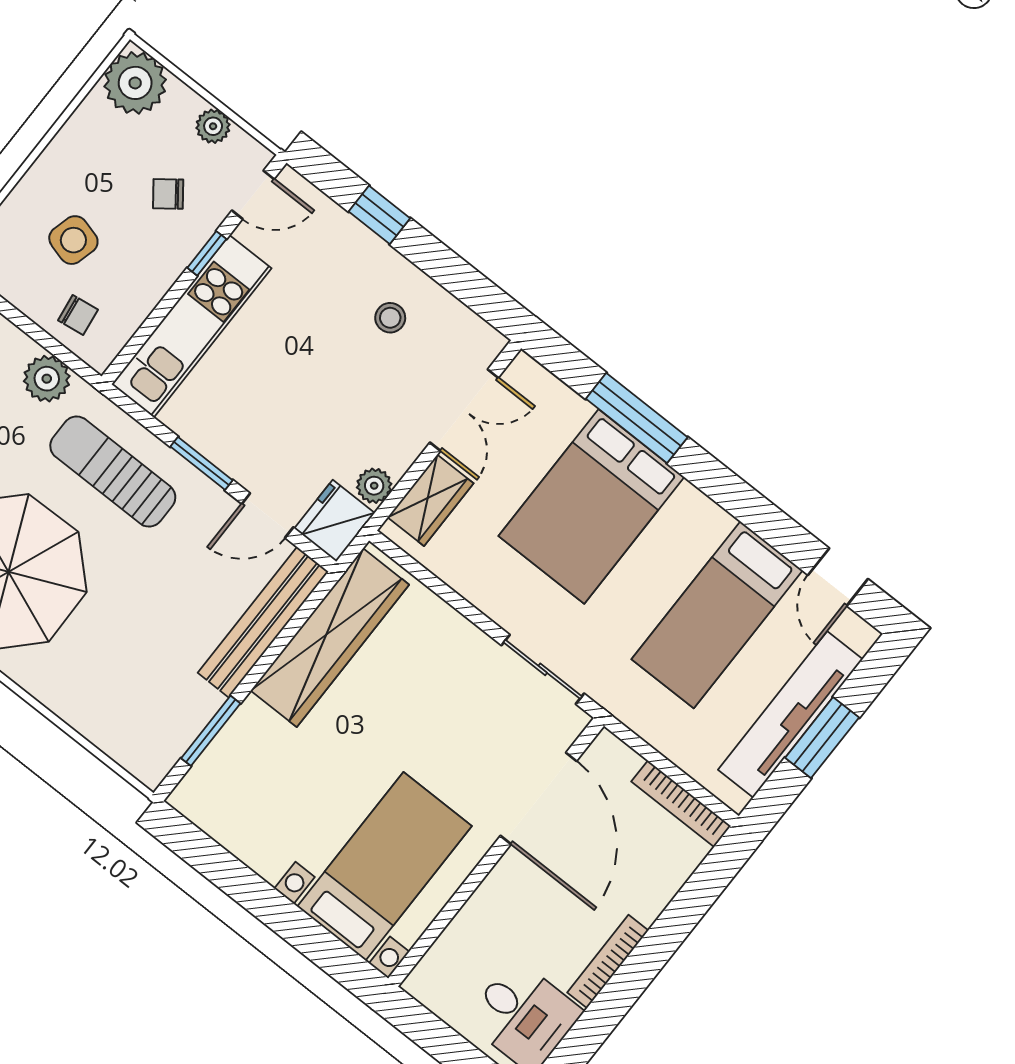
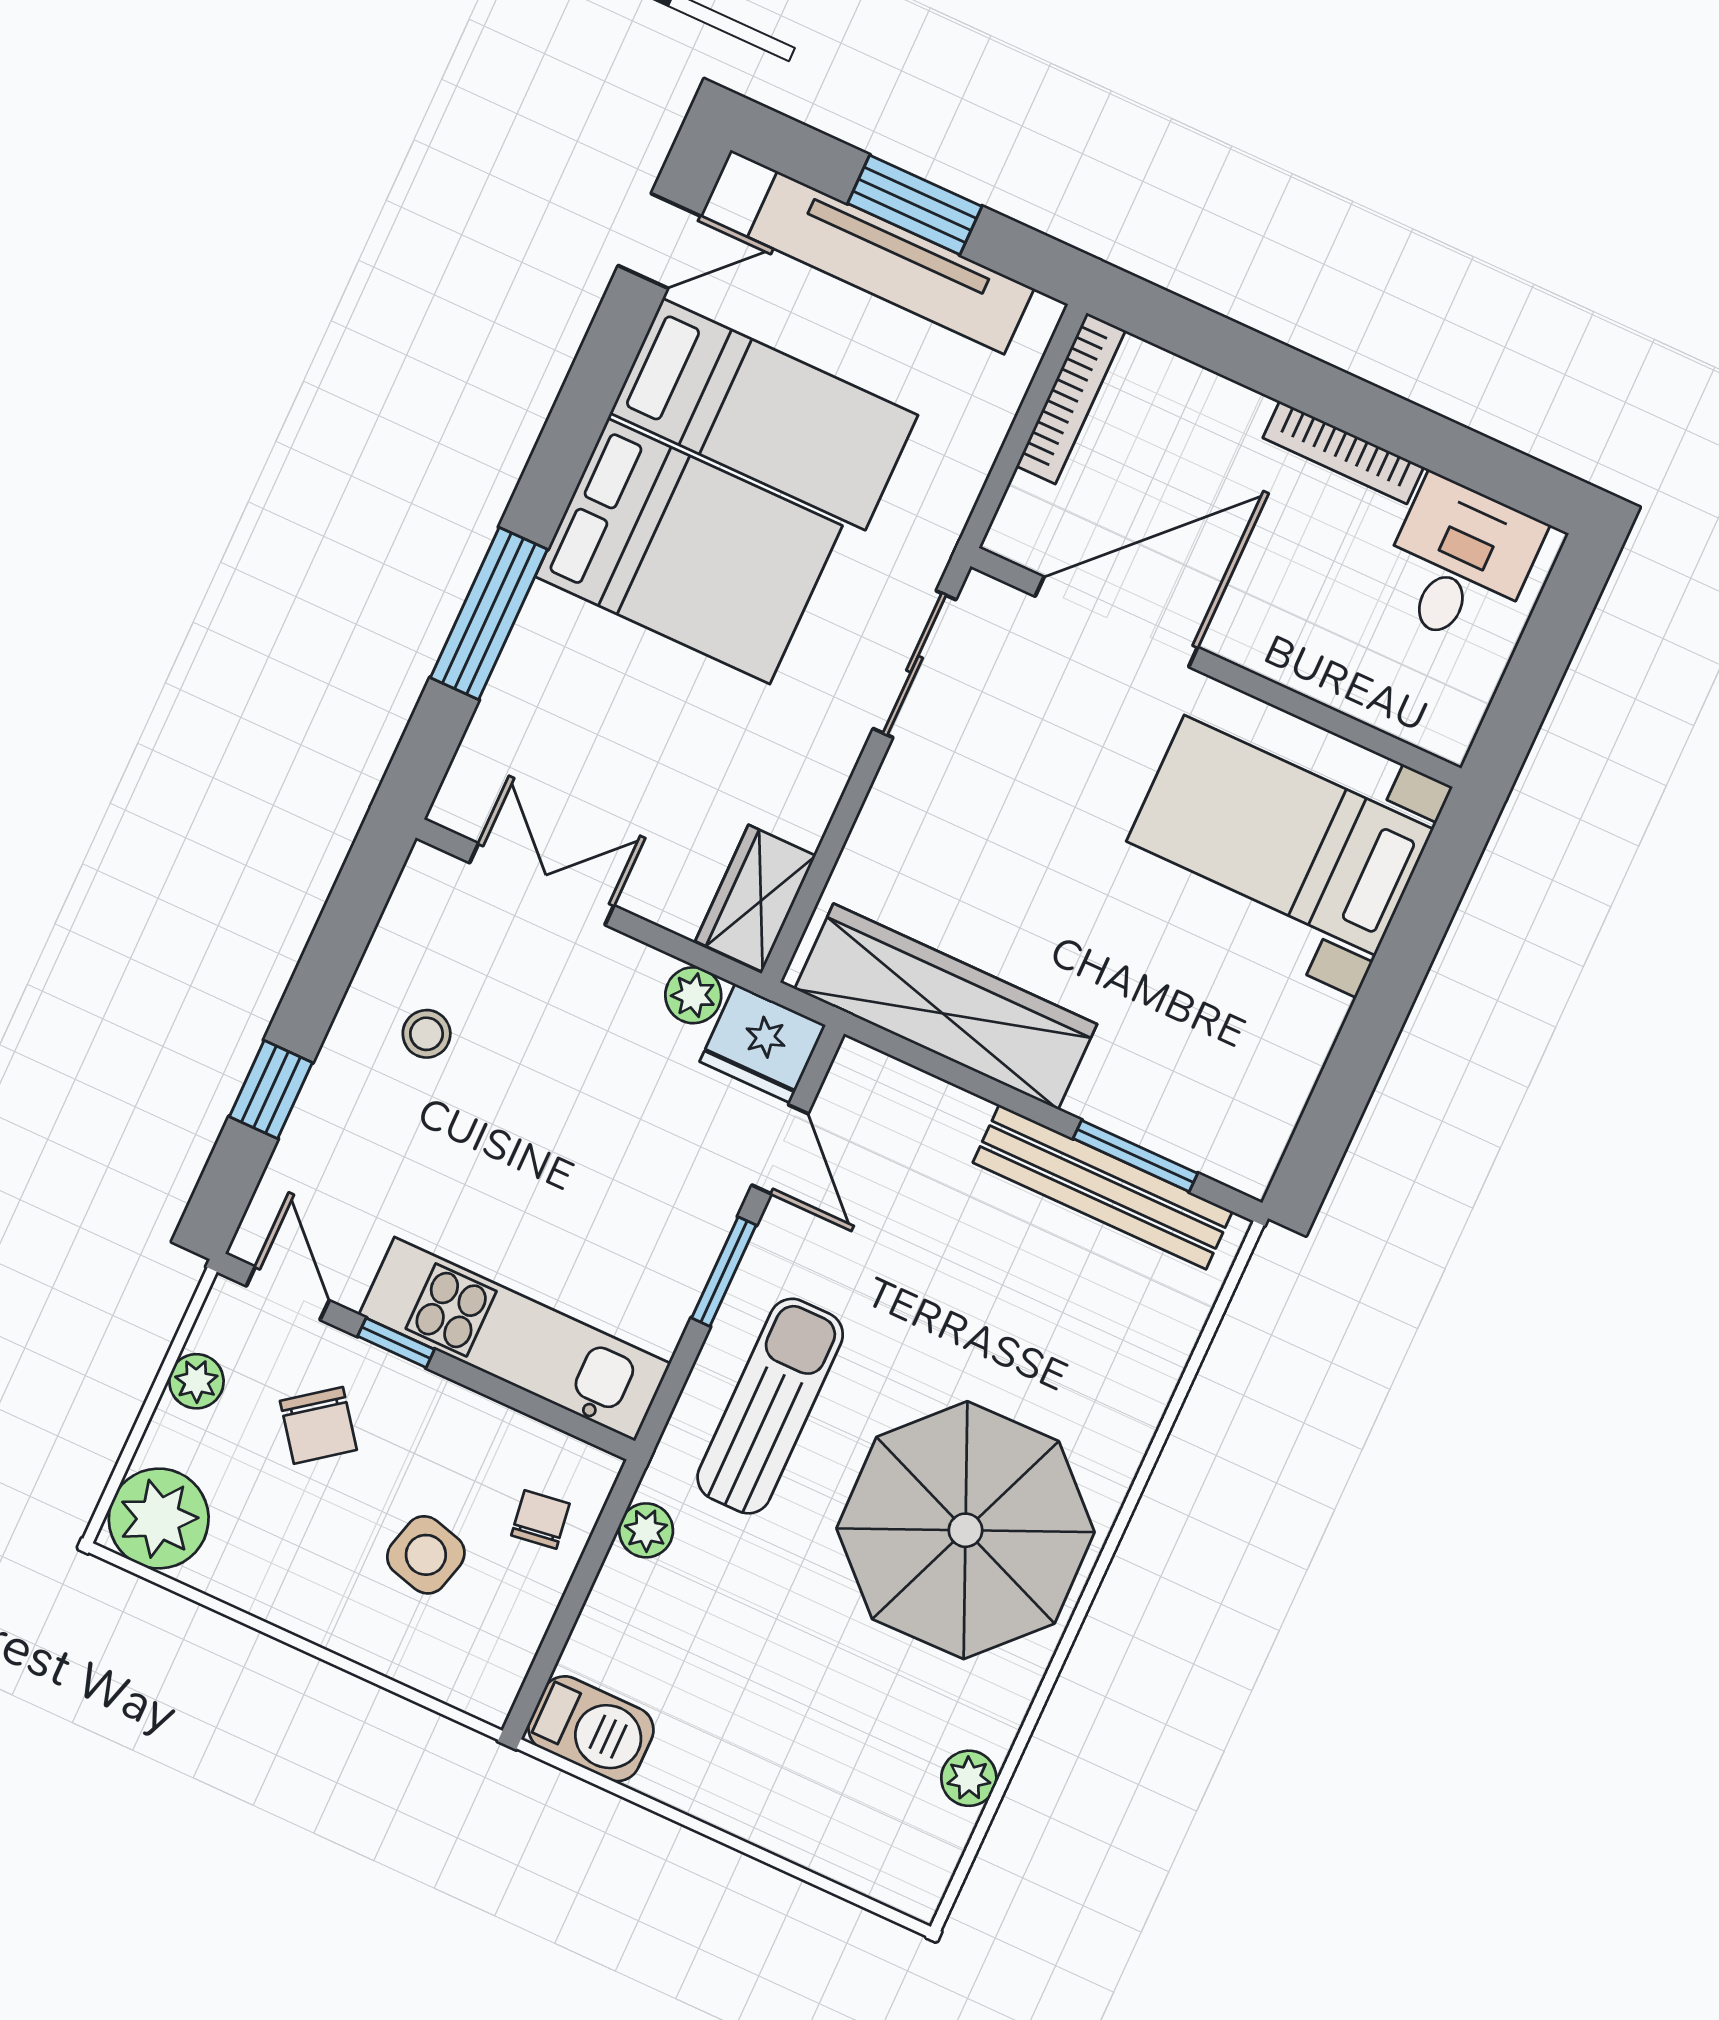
chair: (168, 194) -> (318, 1425), width x1.37, depth x1.37
plant: (47, 379) -> (646, 1530), width x0.73, depth x0.73
sun lounger: (113, 472) -> (770, 1406), turned 180
wardrobe: (430, 500) -> (755, 898), moved, turned -90
bed: (591, 506) -> (689, 551), moved
bench: (263, 622) -> (1103, 1187), moved

